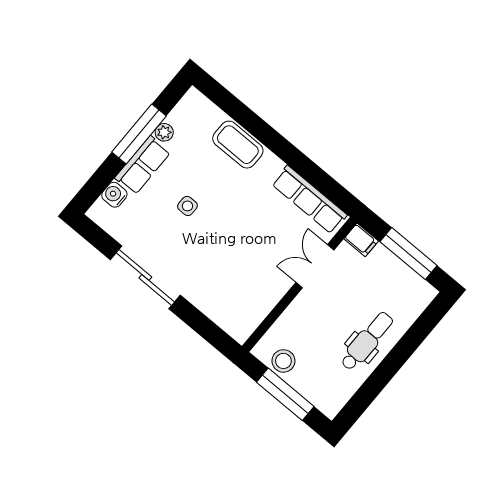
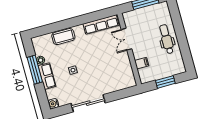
water cooler: (114, 195) -> (53, 104), moved
filing cabinet: (361, 240) -> (142, 63), moved
stool: (283, 361) -> (153, 74), removed
window: (285, 394) -> (165, 82), width x0.69

